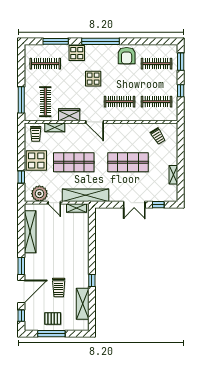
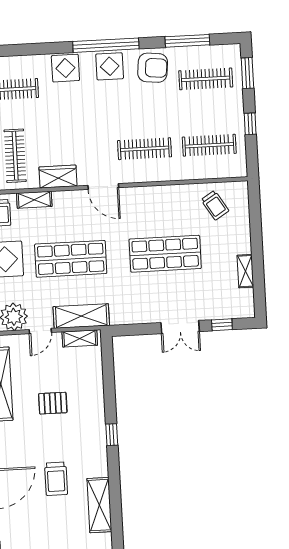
window: (56, 41) -> (187, 41), moved
armchair: (127, 56) -> (153, 68), turned -84
display table: (93, 79) -> (110, 66), moved
shelving: (85, 195) -> (81, 316), width x0.68
door: (54, 203) -> (40, 331), hinge flipped
window: (92, 281) -> (112, 435), moved
pallet: (53, 319) -> (53, 403), moved

